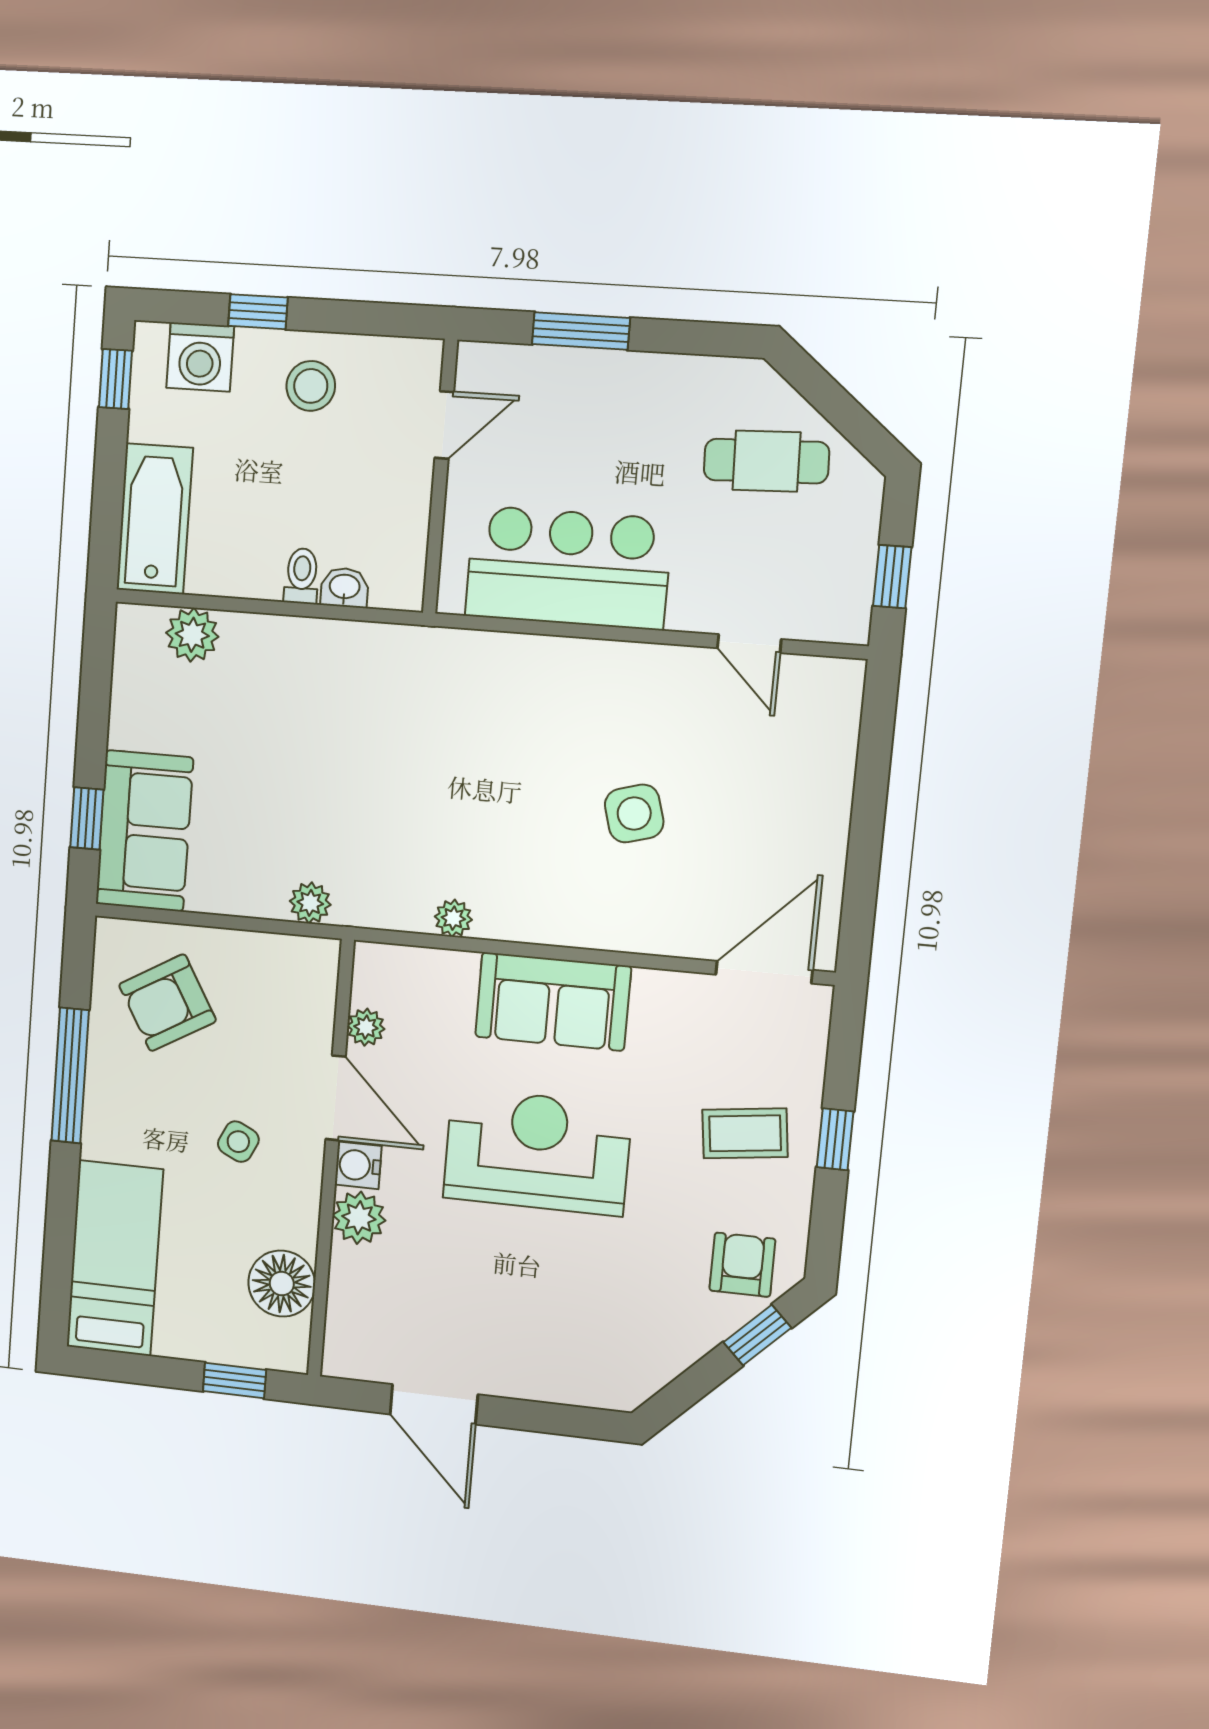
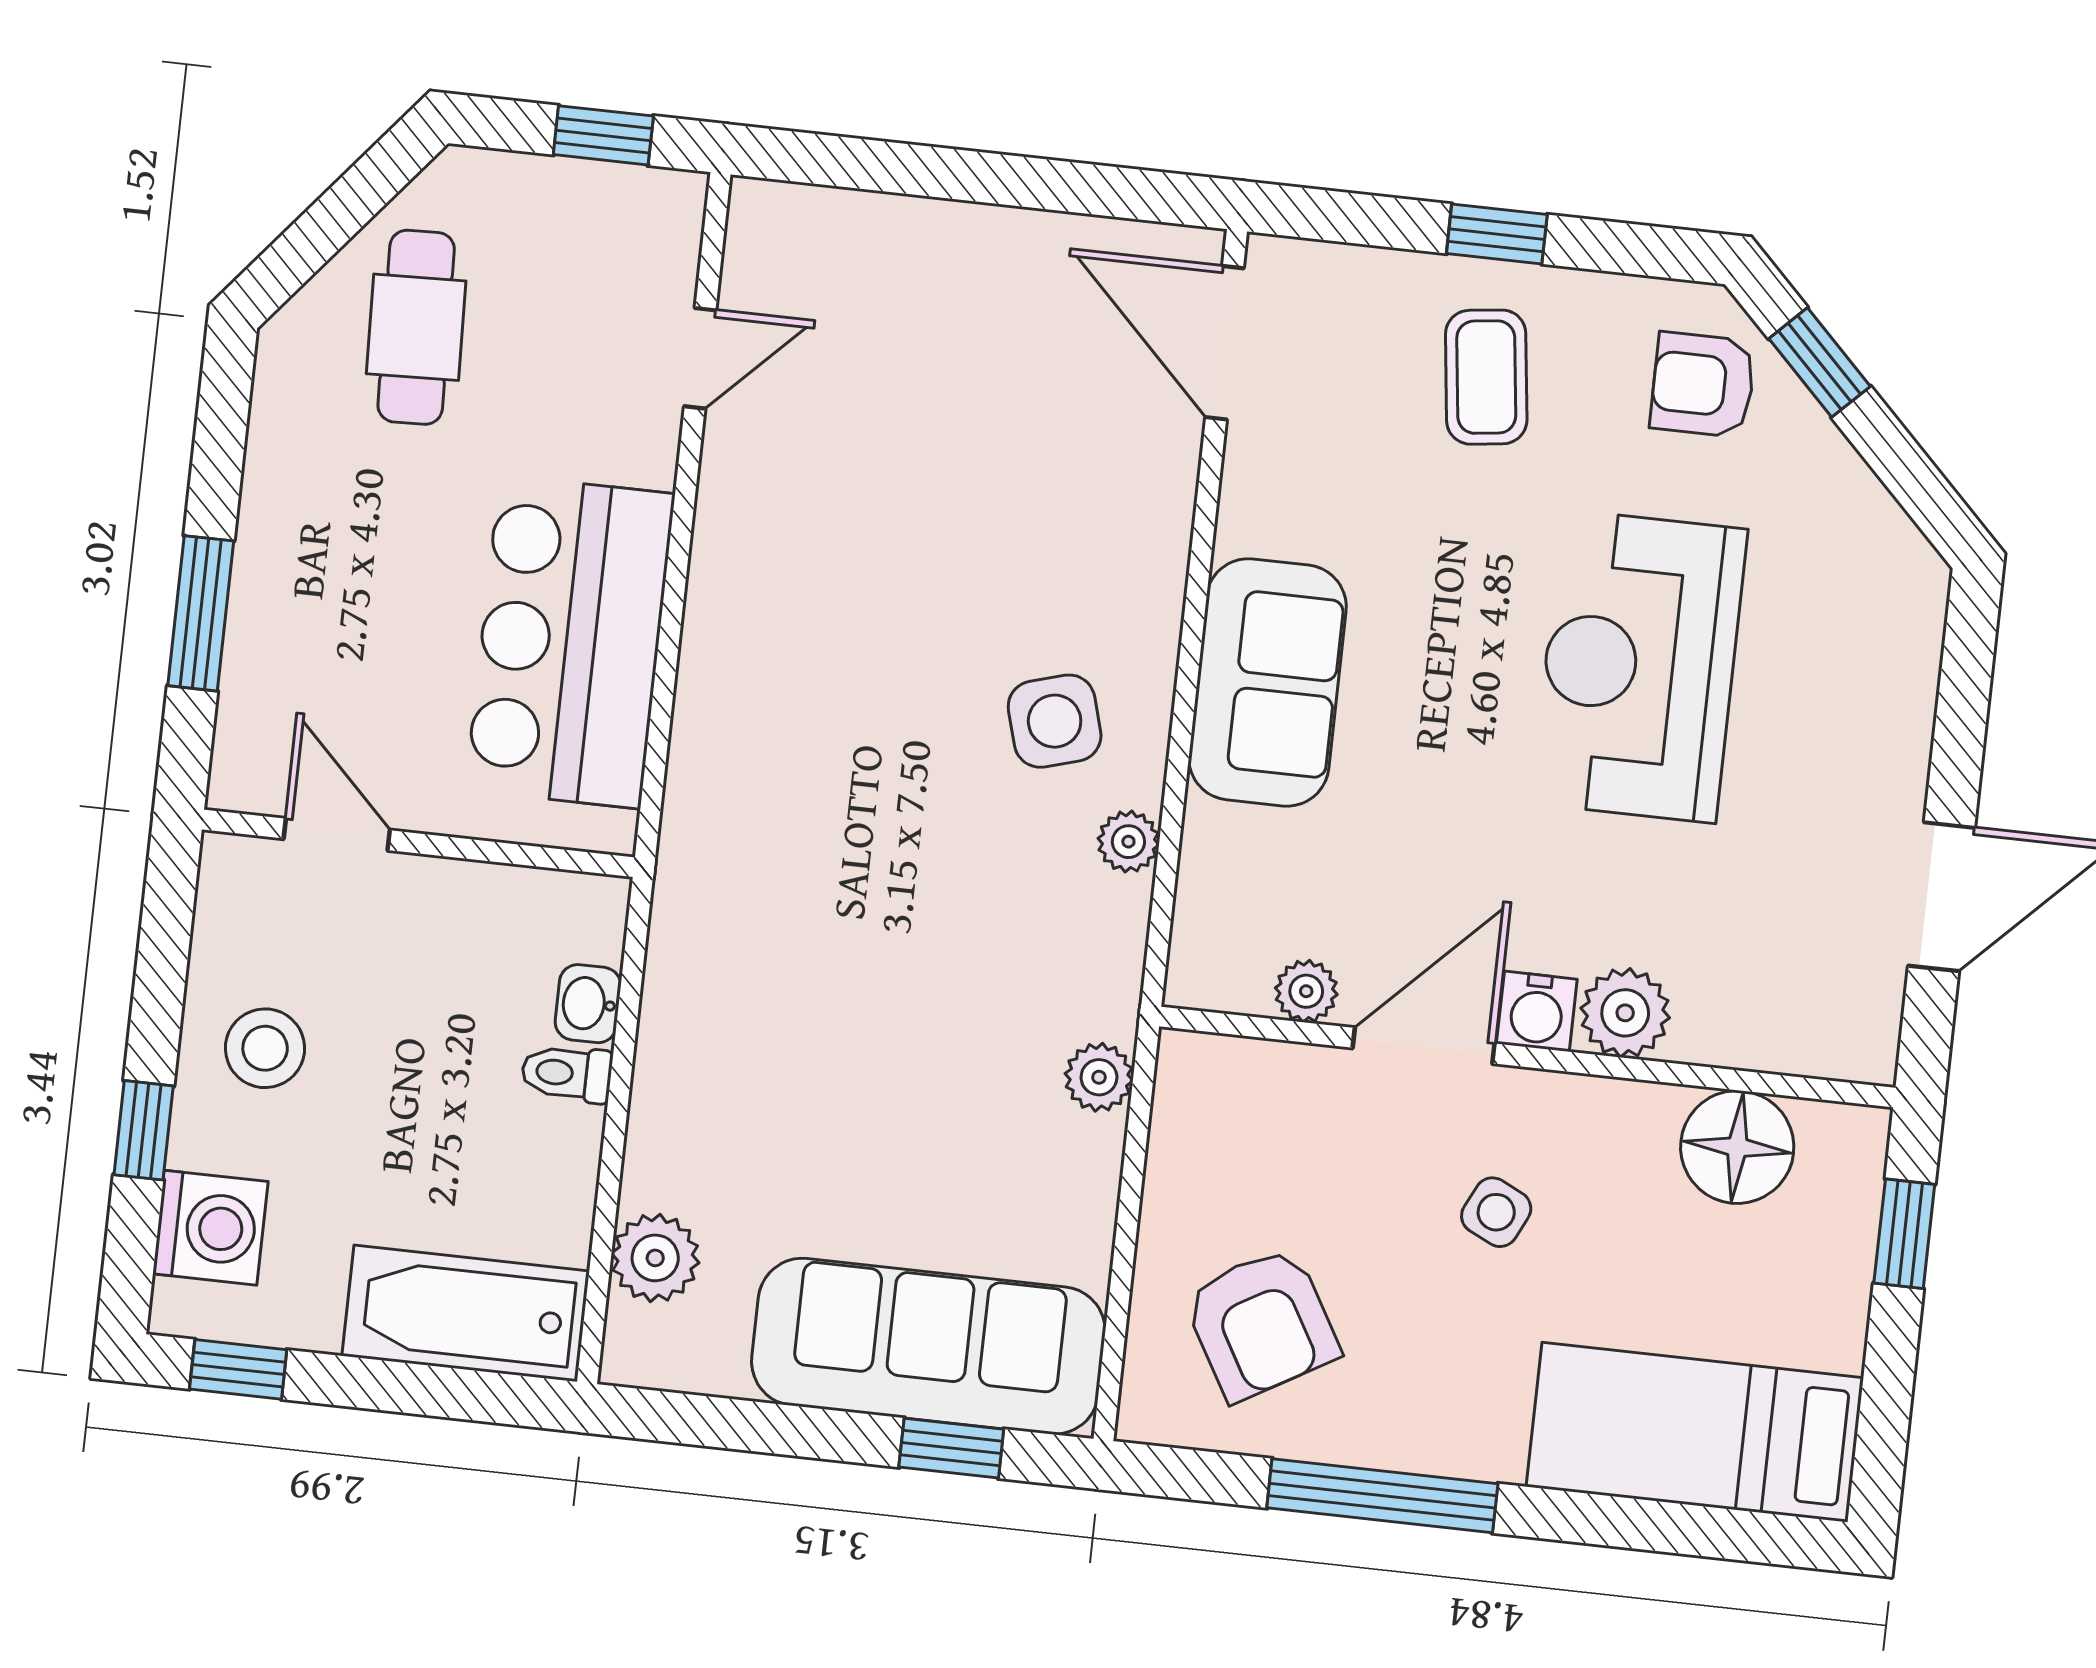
side table: (634, 814) -> (1055, 721), moved
sofa: (144, 831) -> (928, 1346), width x1.36
reception desk: (537, 1152) -> (1639, 666), moved

